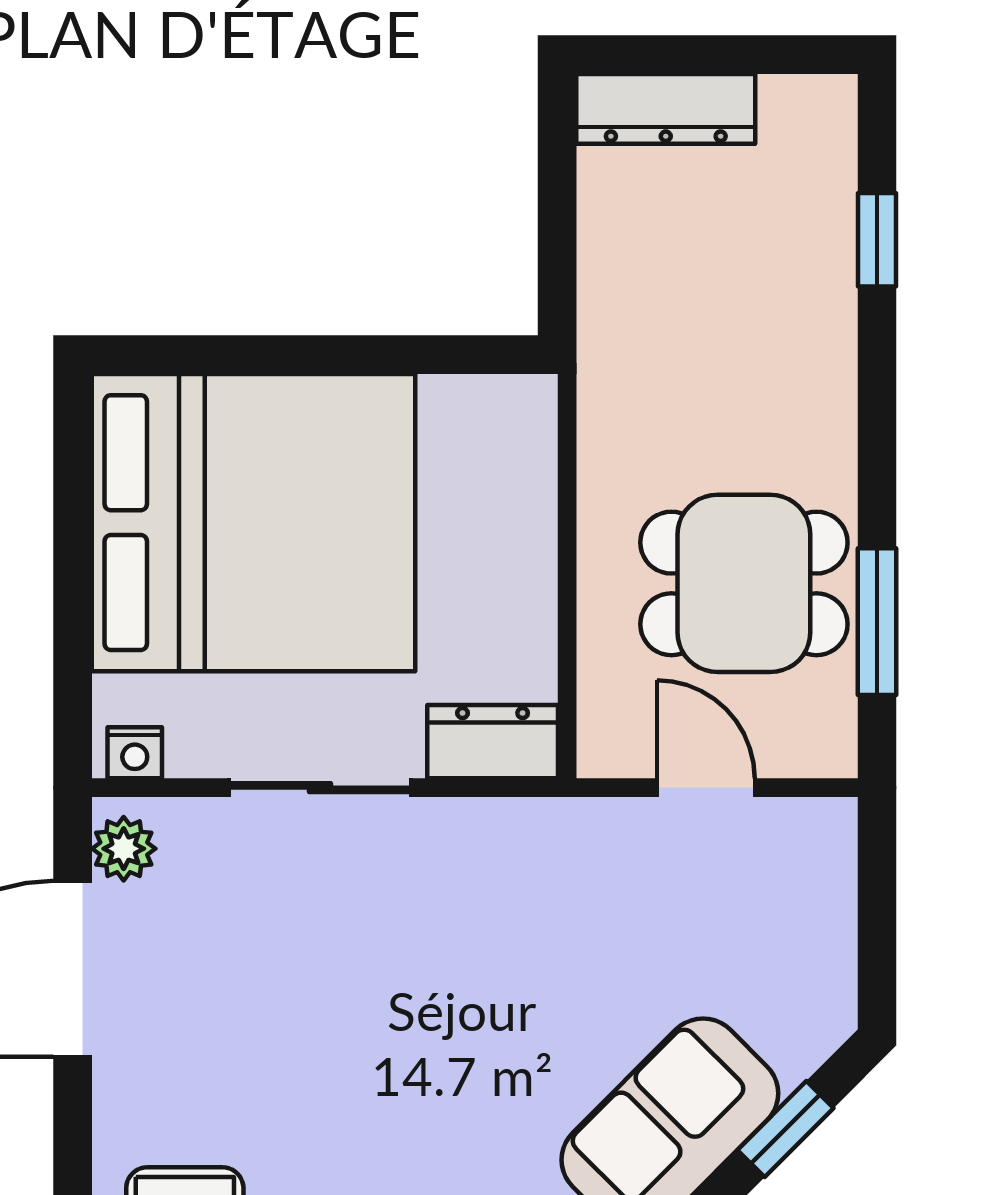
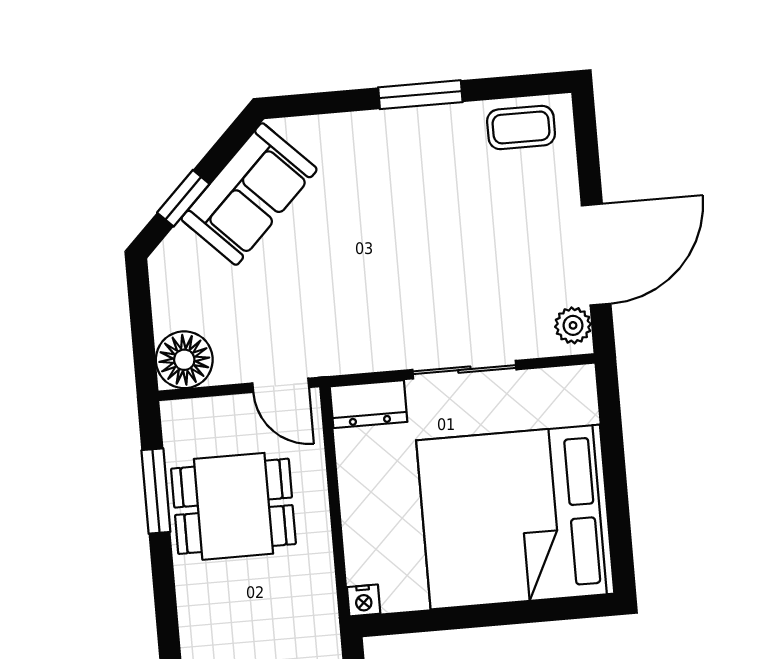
nightstand: (135, 753) -> (364, 600), moved, turned 180
door: (706, 788) -> (281, 385), moved
floor lamp: (808, 847) -> (184, 360), added

